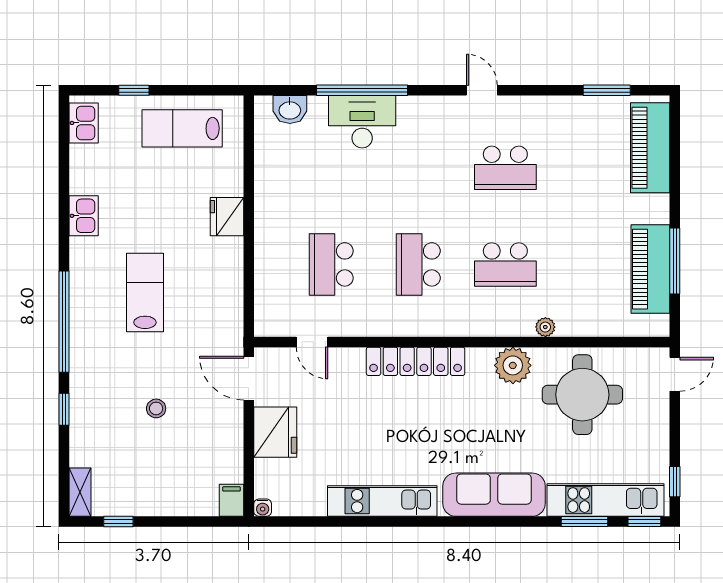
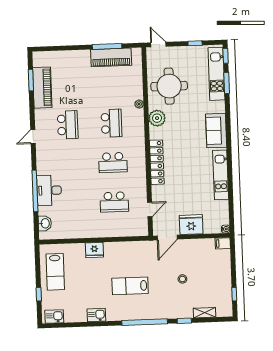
piano: (650, 148) -> (42, 88), moved, turned -90
window: (675, 482) -> (195, 43), moved
shelving: (80, 492) -> (205, 313), moved
sofa: (494, 495) -> (216, 131), width x0.73

